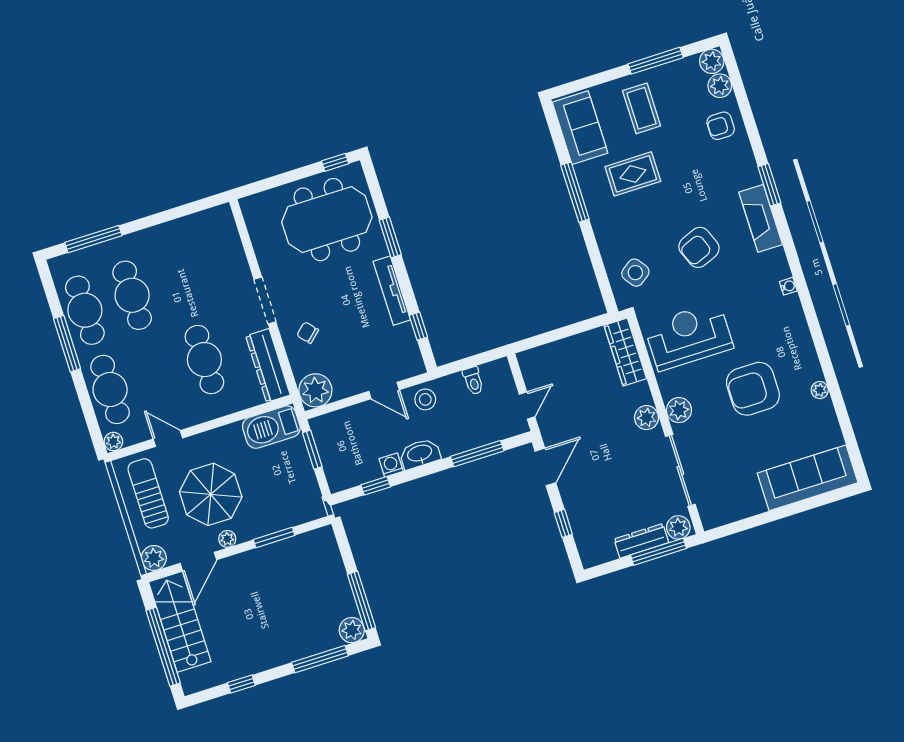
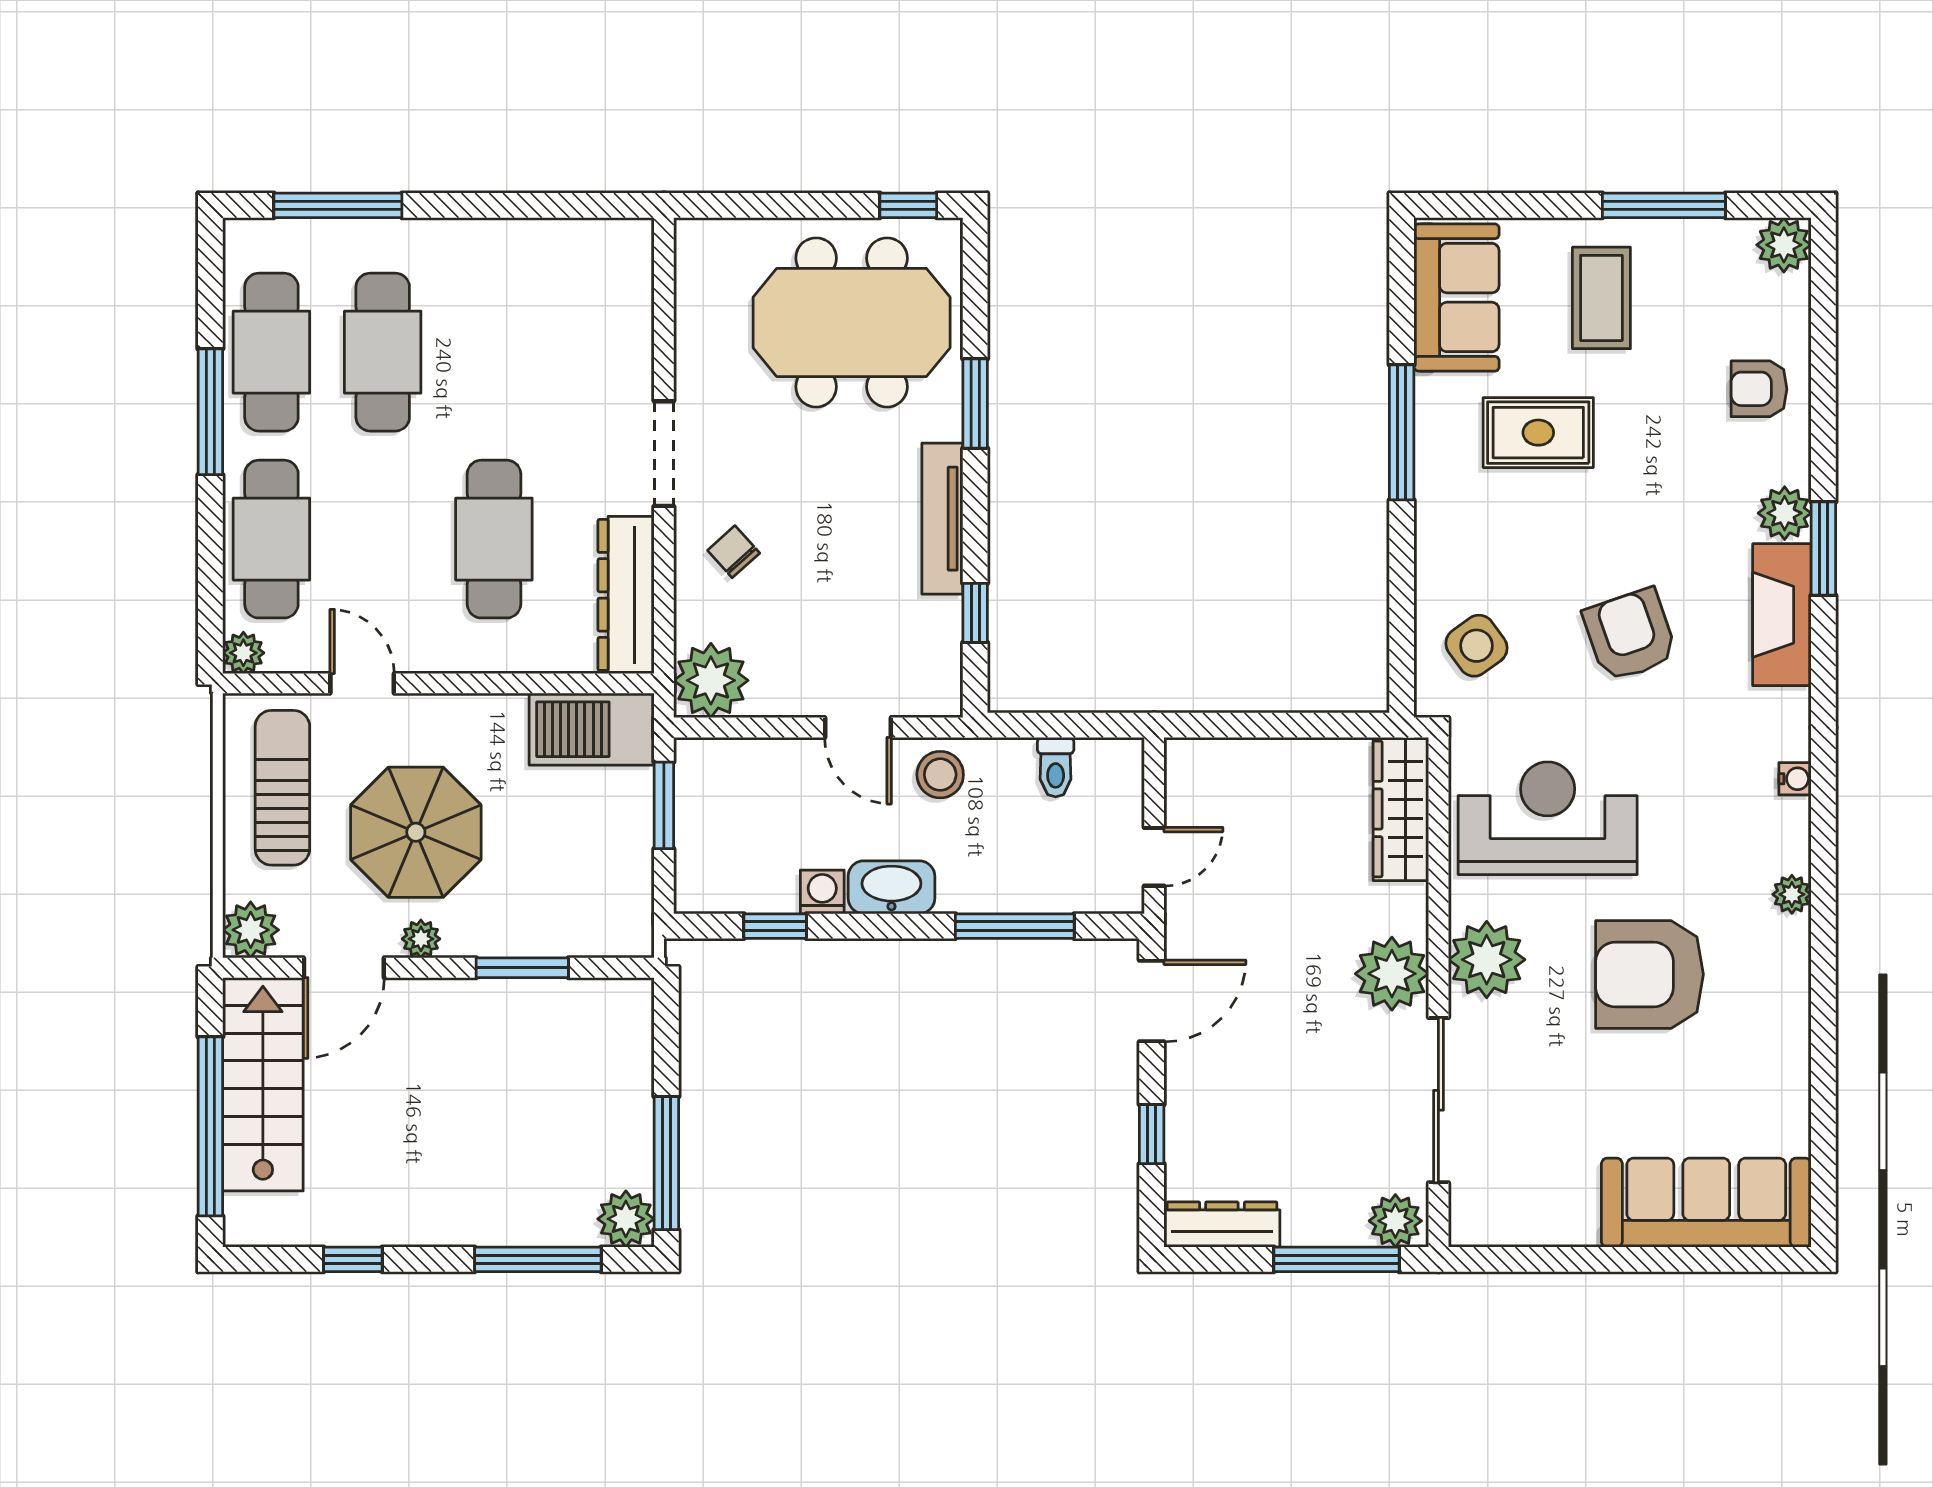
plant: (720, 86) -> (1785, 513), moved
armchair: (699, 247) -> (1630, 635), turned 93
plant: (820, 390) -> (1792, 894), moved
plant: (679, 410) -> (1487, 960), width x1.36, depth x1.36
plant: (646, 418) -> (1392, 974), width x1.36, depth x1.36
dresser: (641, 541) -> (1222, 1224), moved

